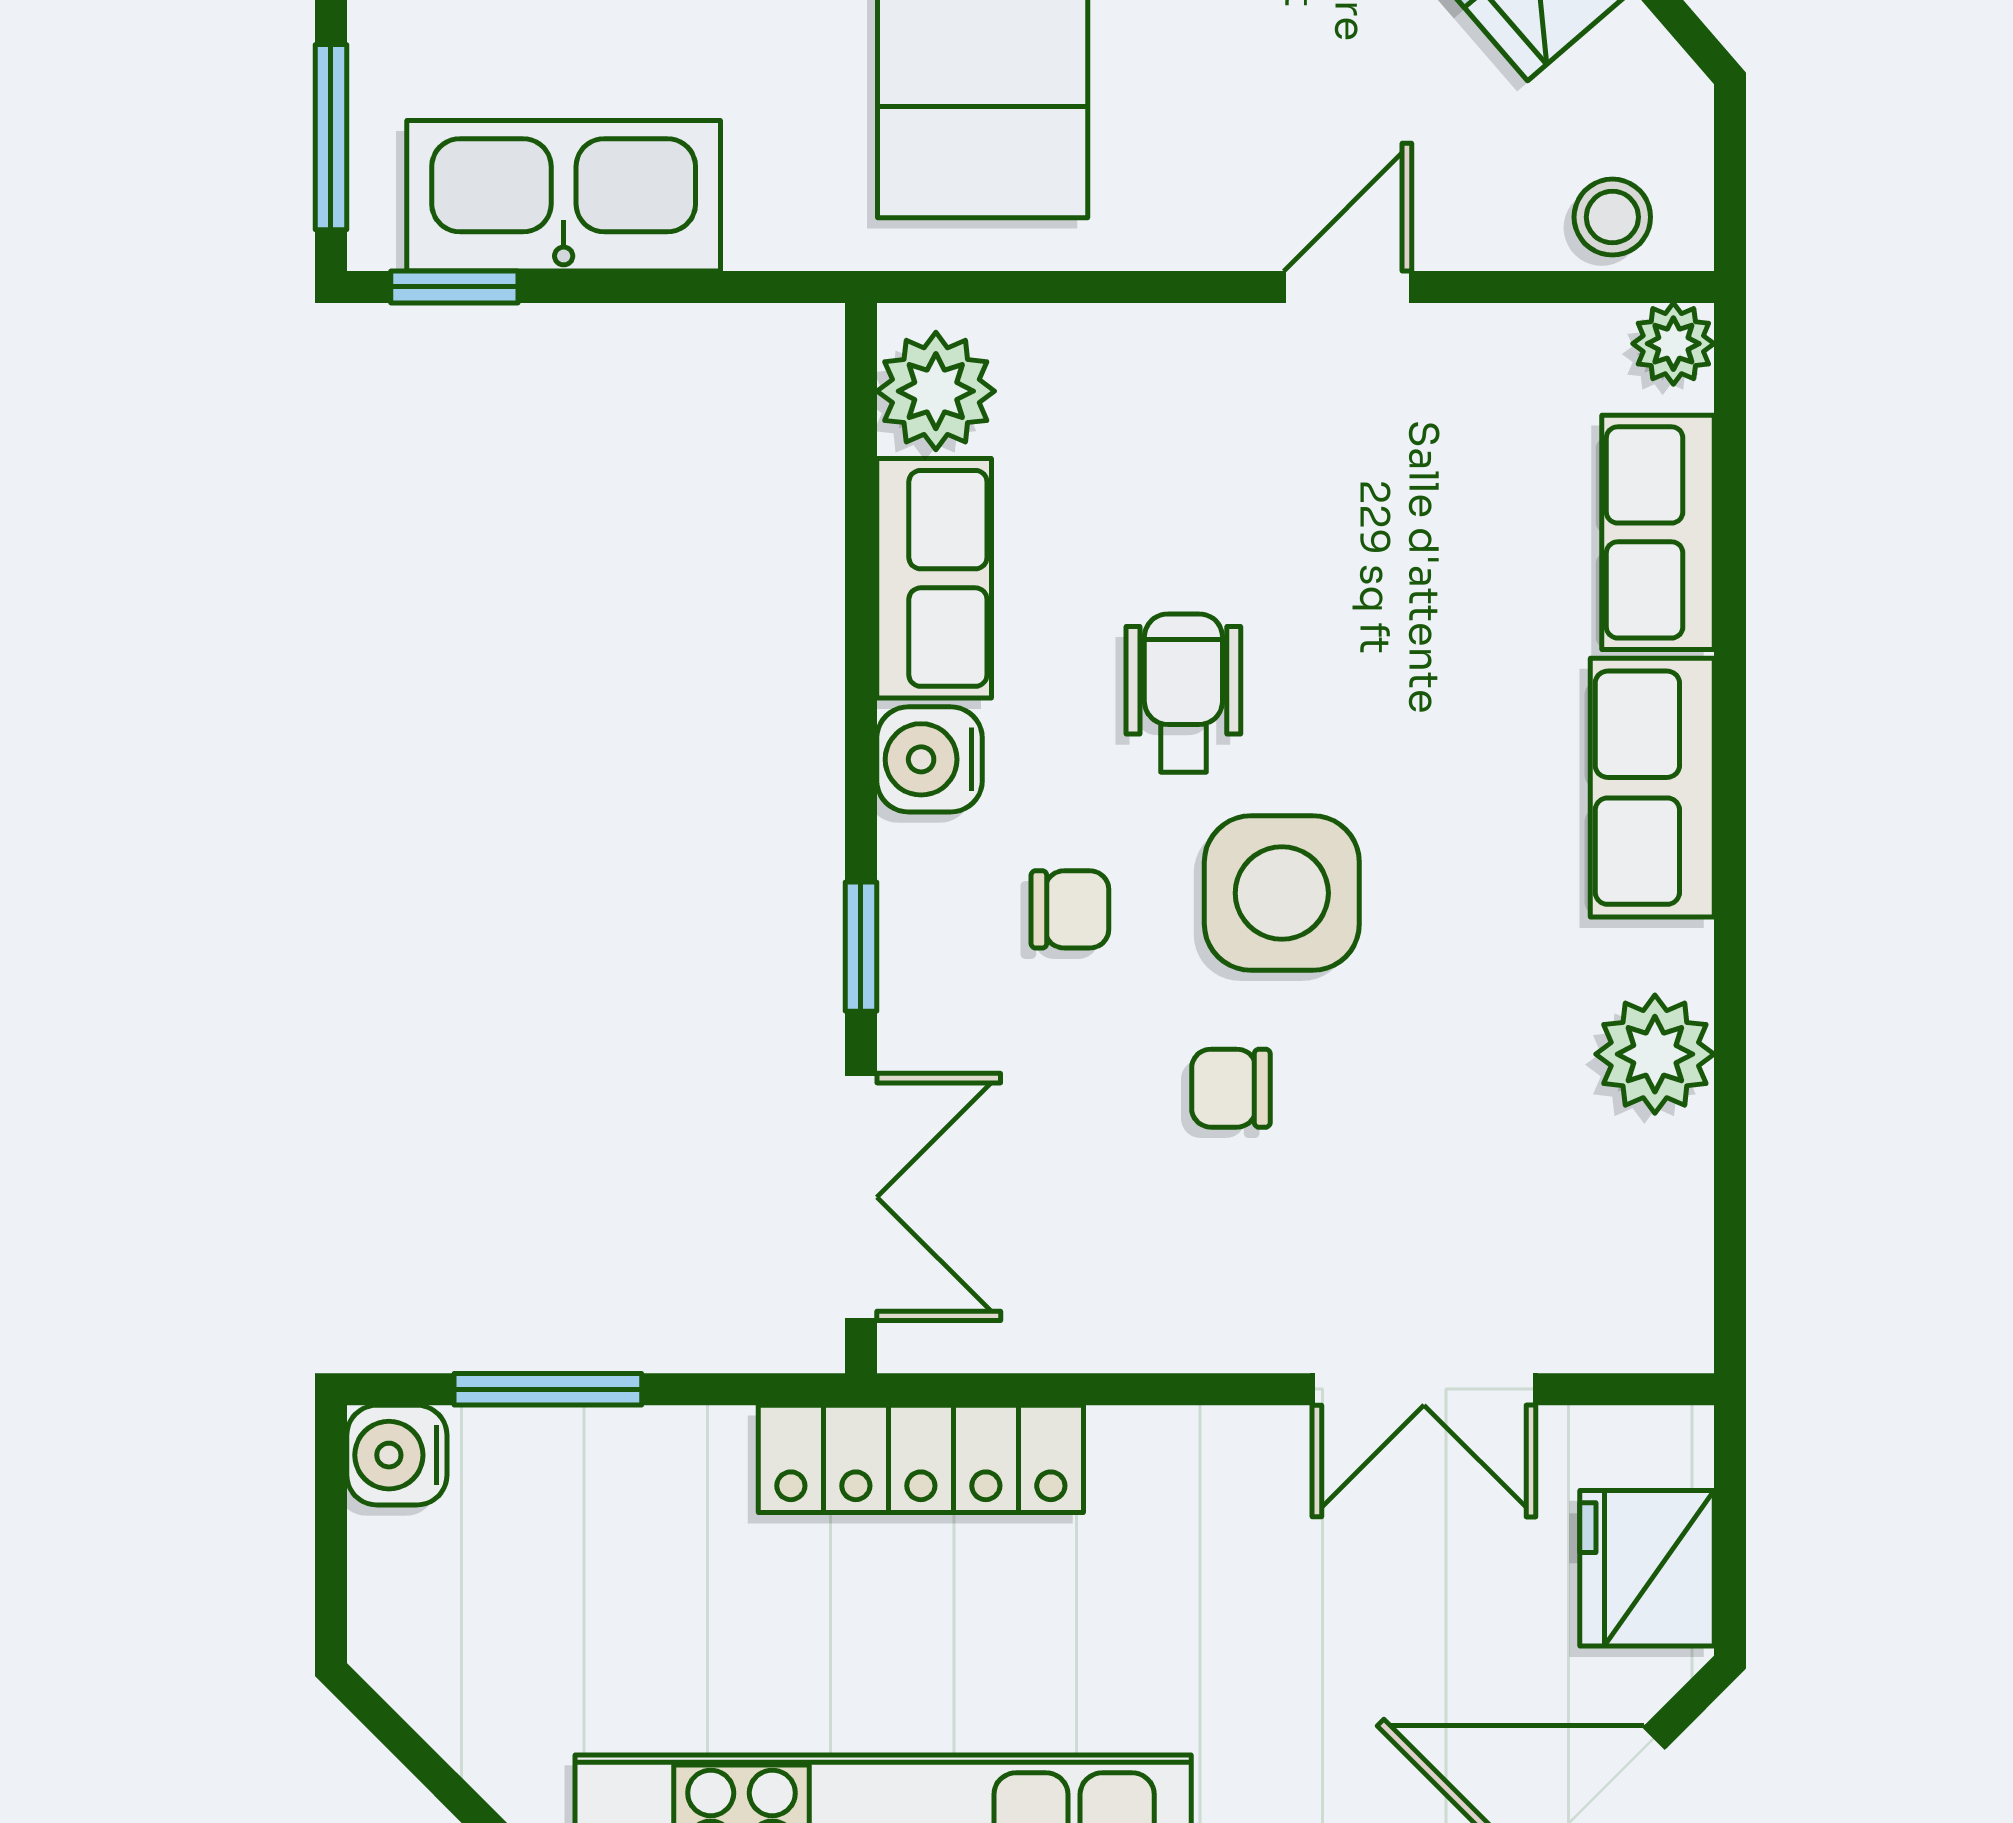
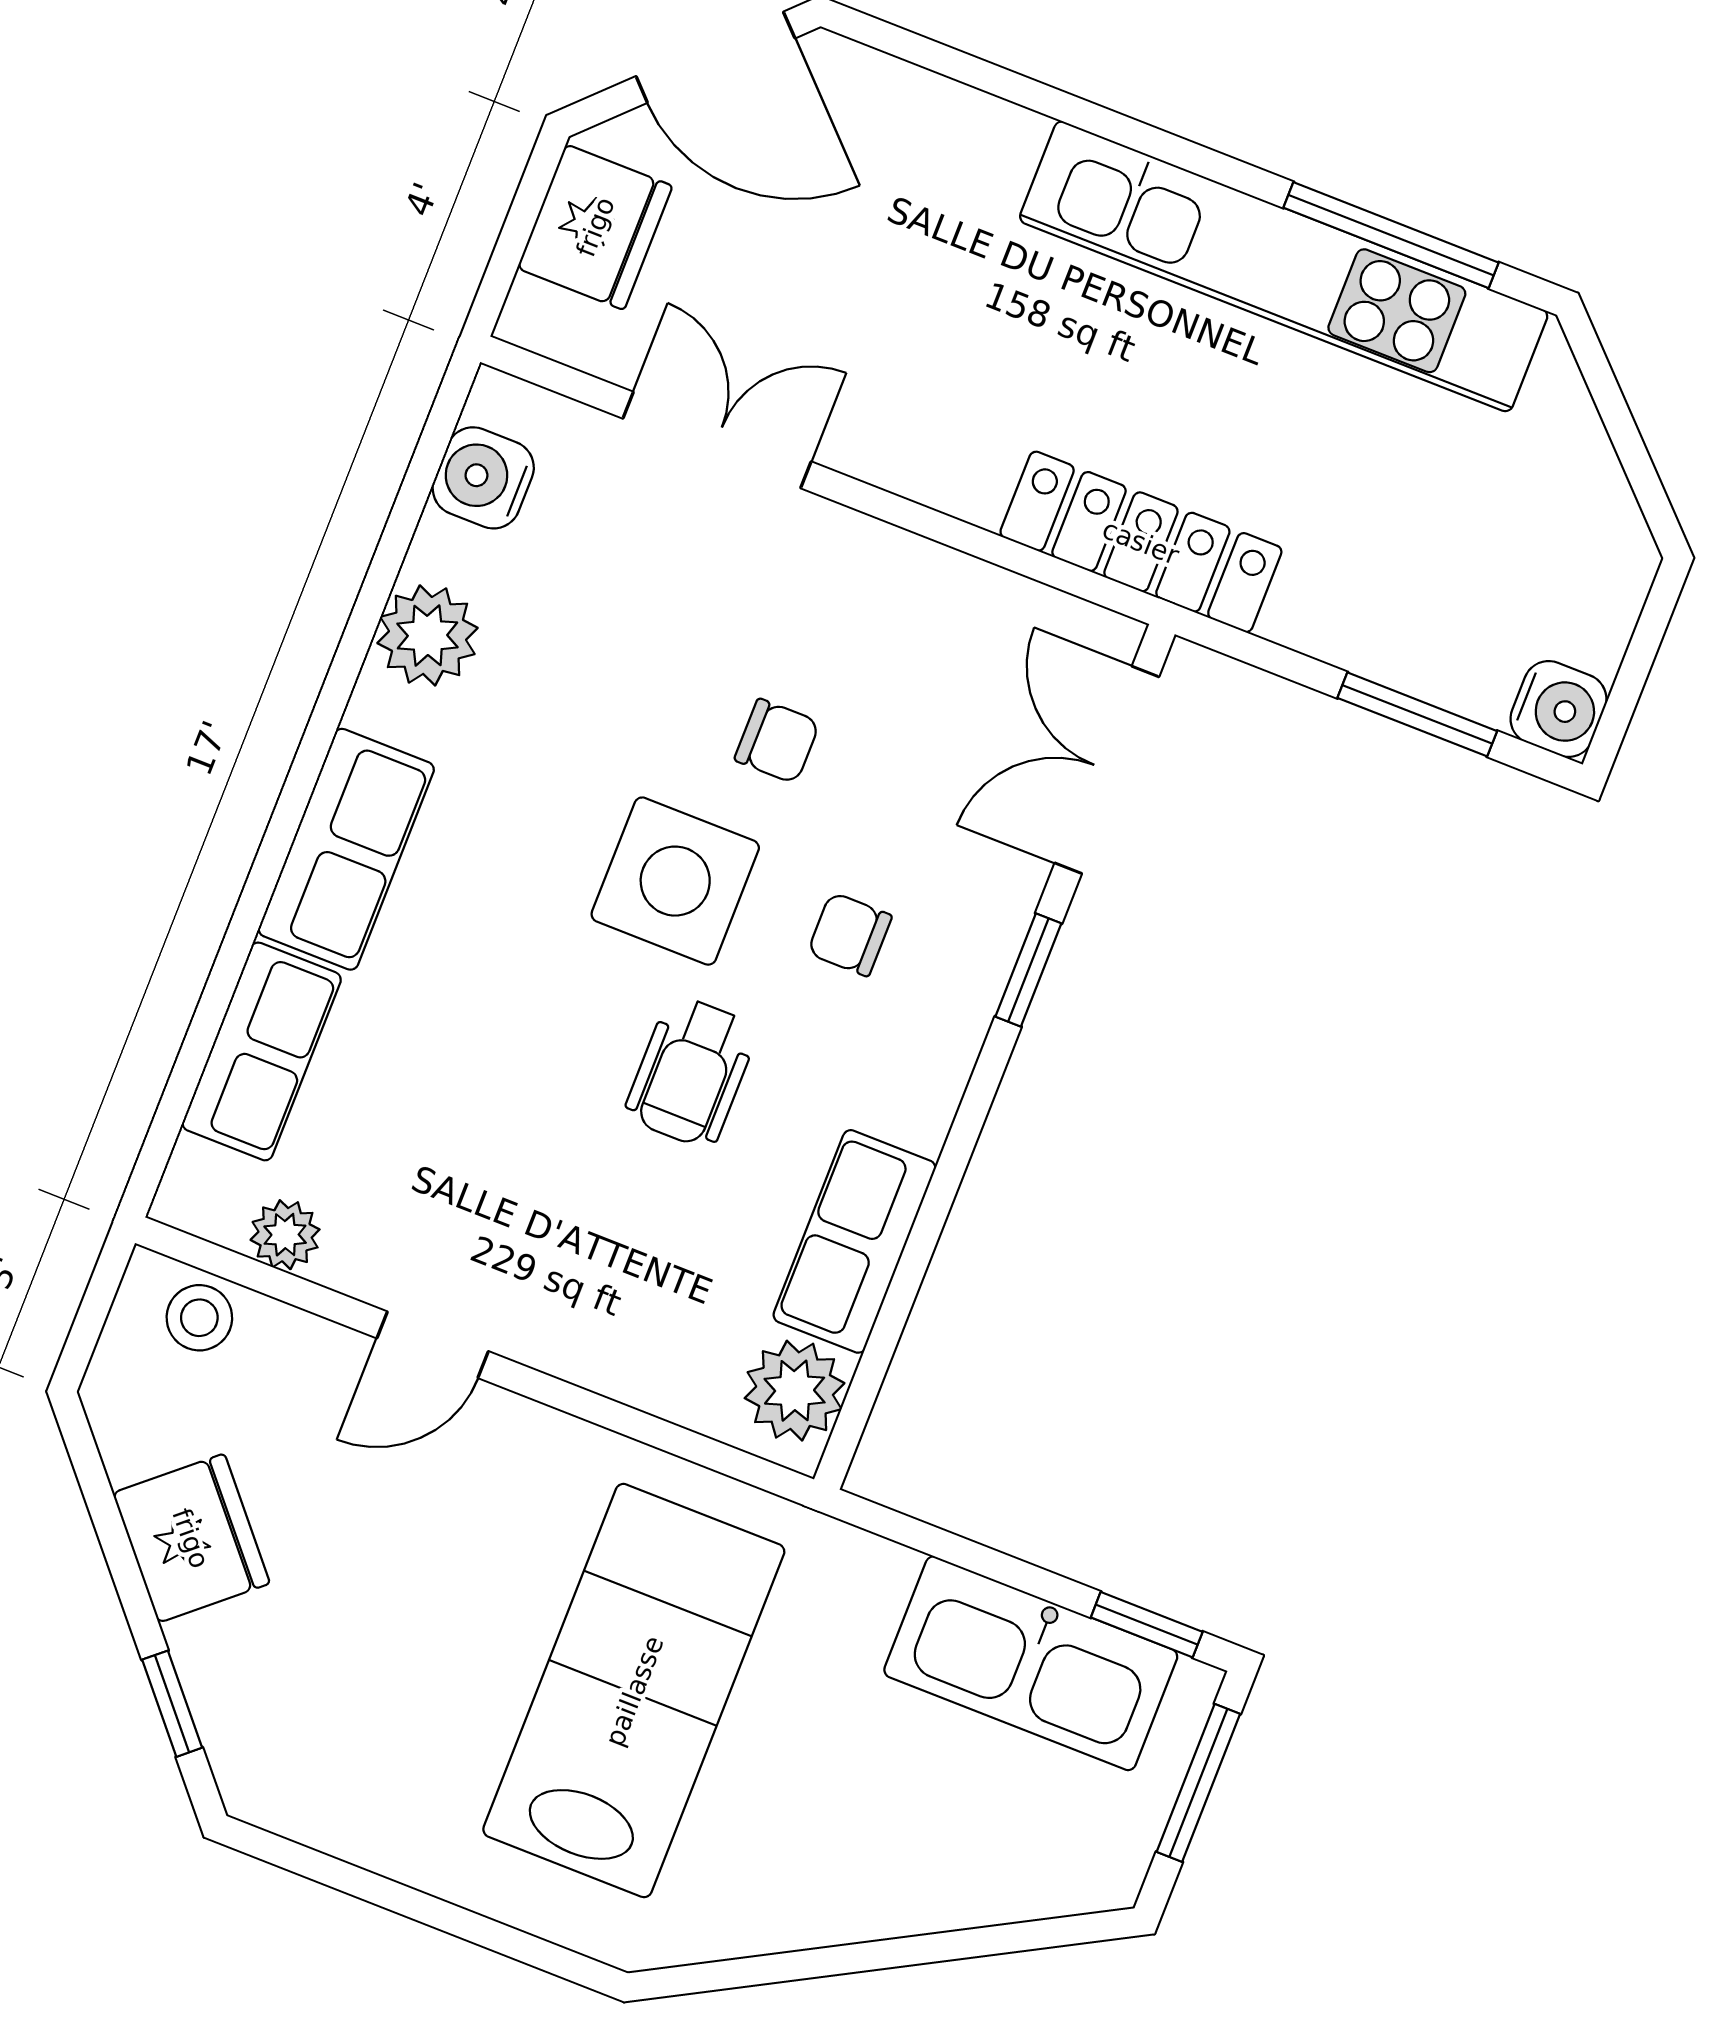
plant: (1673, 344) -> (285, 1235), moved
water cooler: (930, 759) -> (483, 478), moved, turned 180

